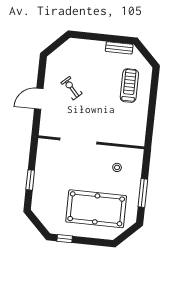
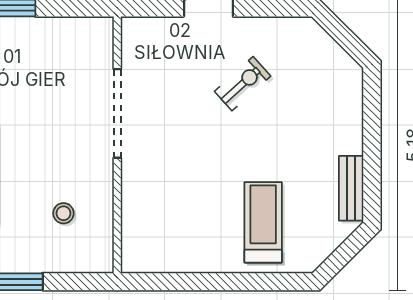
treadmill: (129, 86) -> (263, 222), turned -90

